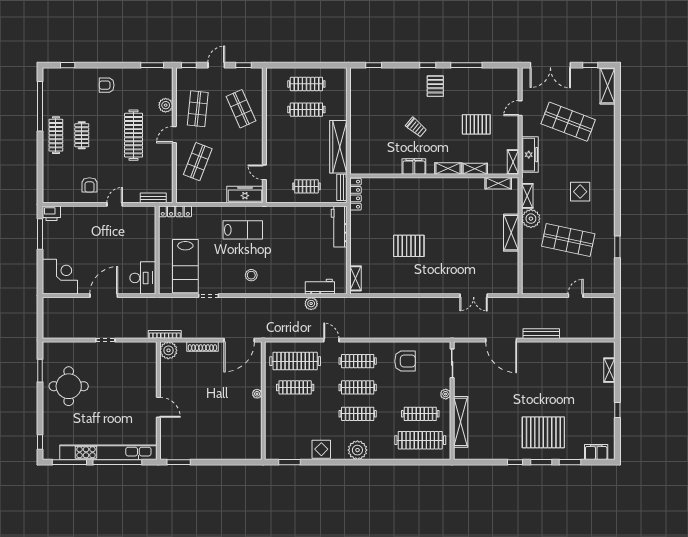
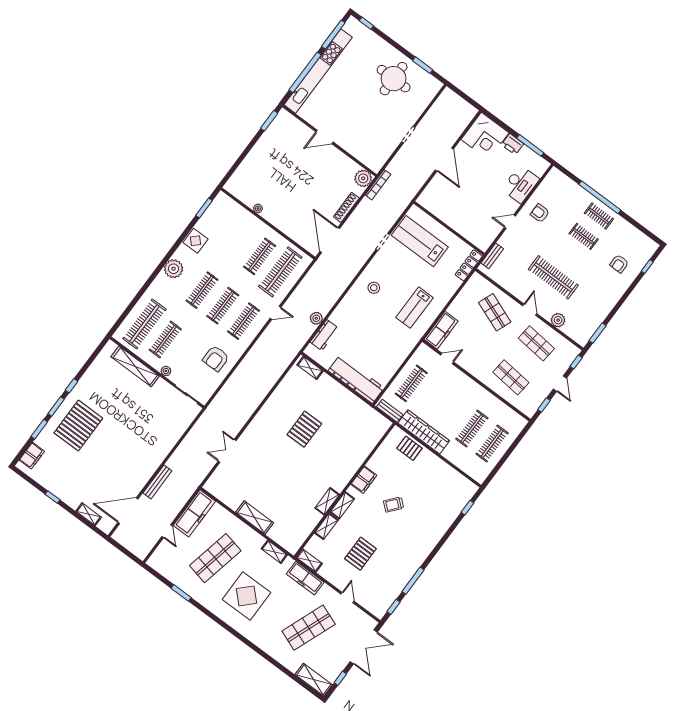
window: (428, 65) -> (394, 607), moved
double door: (550, 65) -> (364, 647), swing flipped
armchair: (107, 85) -> (619, 264), moved, turned 180
pallet: (435, 86) -> (409, 448), moved
window: (40, 106) -> (600, 197), moved
shop shelf: (241, 109) -> (511, 377), turned 30
clothes rail: (56, 135) -> (599, 216), width x0.73
shelving: (498, 183) -> (327, 501), moved
clothes rail: (306, 186) -> (411, 383), width x1.36
display table: (580, 192) -> (246, 596), width x1.86, depth x1.86
locker: (355, 194) -> (376, 417), removed
door: (115, 204) -> (510, 222), swing flipped
printer: (51, 213) -> (512, 144), moved, turned -90
plant: (531, 219) -> (254, 541), removed
workbench: (339, 226) -> (356, 379), width x1.36, depth x1.32
desk: (143, 278) -> (520, 184), moved, turned -90
freezer: (544, 284) -> (194, 513), added
door: (501, 340) -> (128, 511), moved
plant: (257, 394) -> (258, 208), moved

